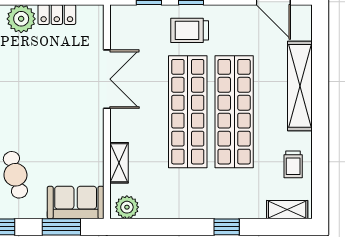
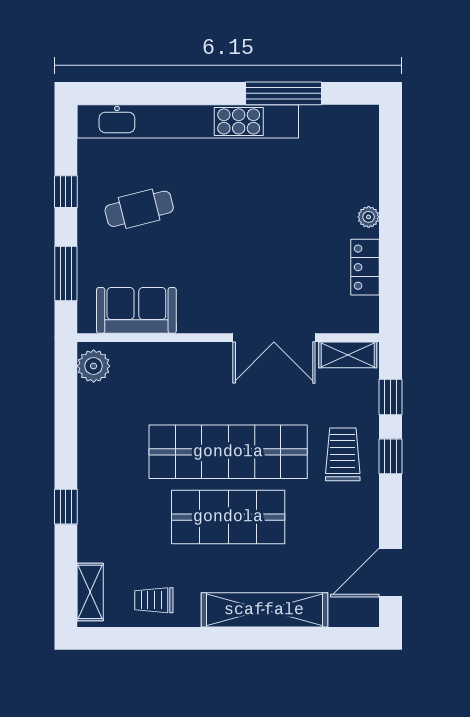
plant: (21, 19) -> (369, 217), width x0.53, depth x0.53
shop shelf: (234, 112) -> (228, 517), width x0.71
shelving: (119, 163) -> (348, 355), moved
sofa: (76, 203) -> (136, 310), moved, turned -90

